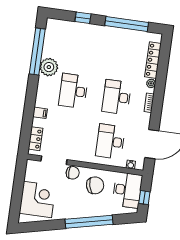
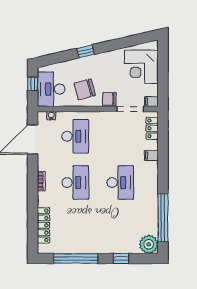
plant: (49, 67) -> (149, 244), moved
plant: (151, 83) -> (42, 201), removed
filing cabinet: (33, 165) -> (151, 101), added
window: (89, 222) -> (86, 51), width x0.32

